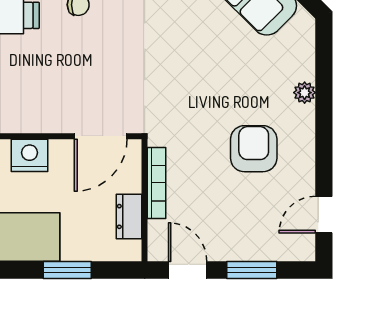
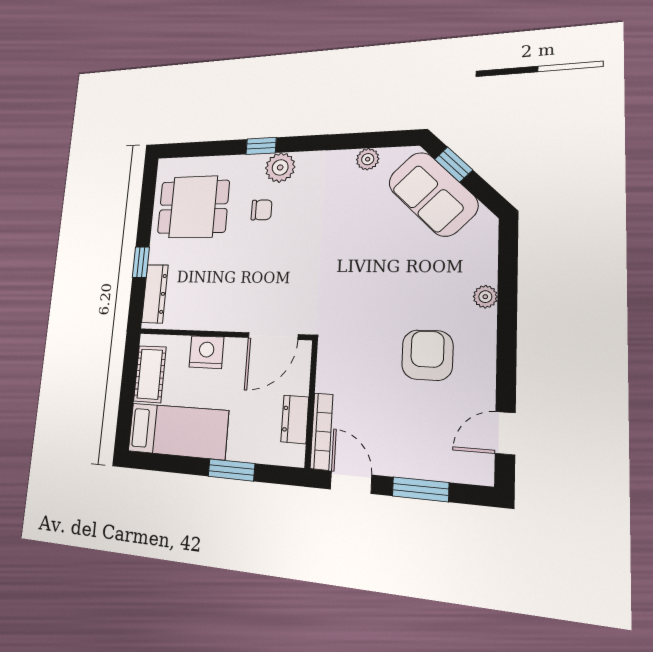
bookcase: (157, 183) -> (322, 431), moved

